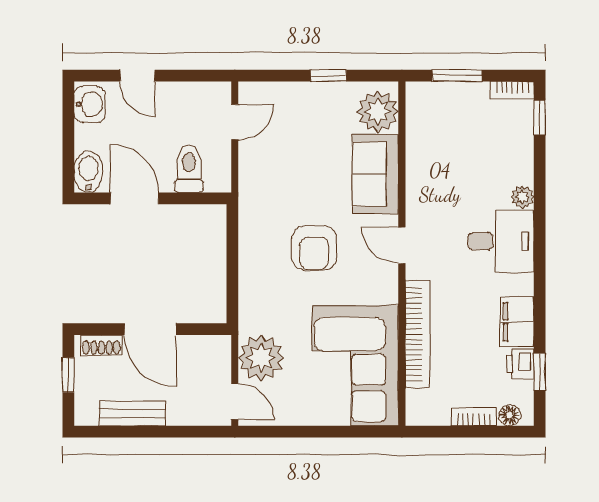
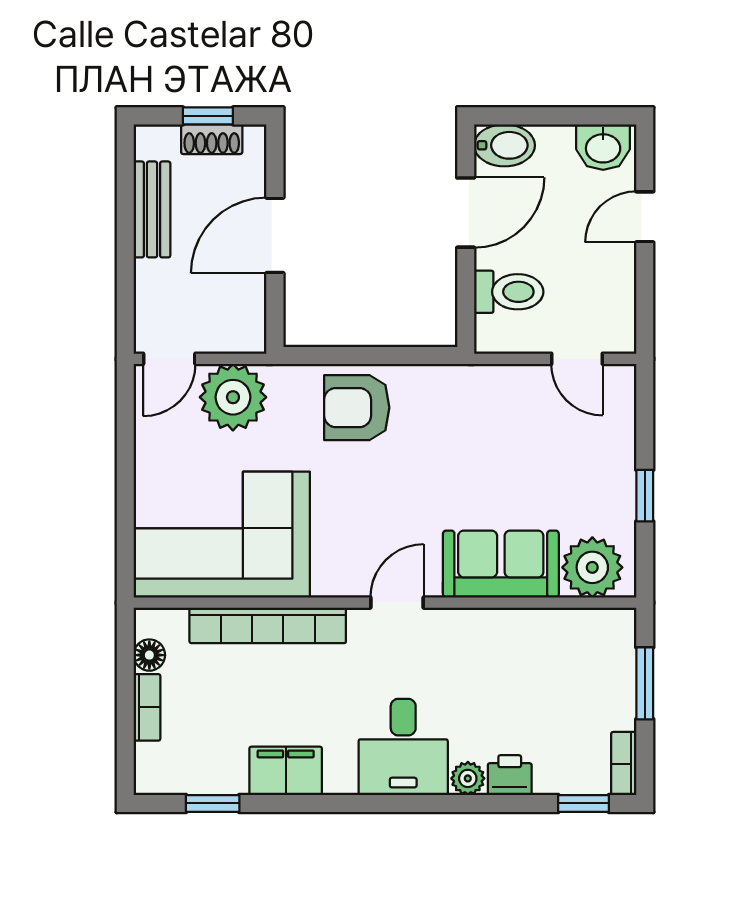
armchair: (314, 248) -> (357, 408), moved
shoe rack: (101, 345) -> (212, 139), moved, turned -90
printer: (520, 364) -> (510, 775), moved
floor lamp: (510, 415) -> (149, 655), moved

